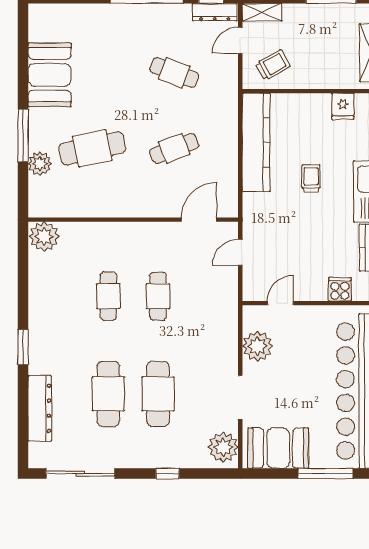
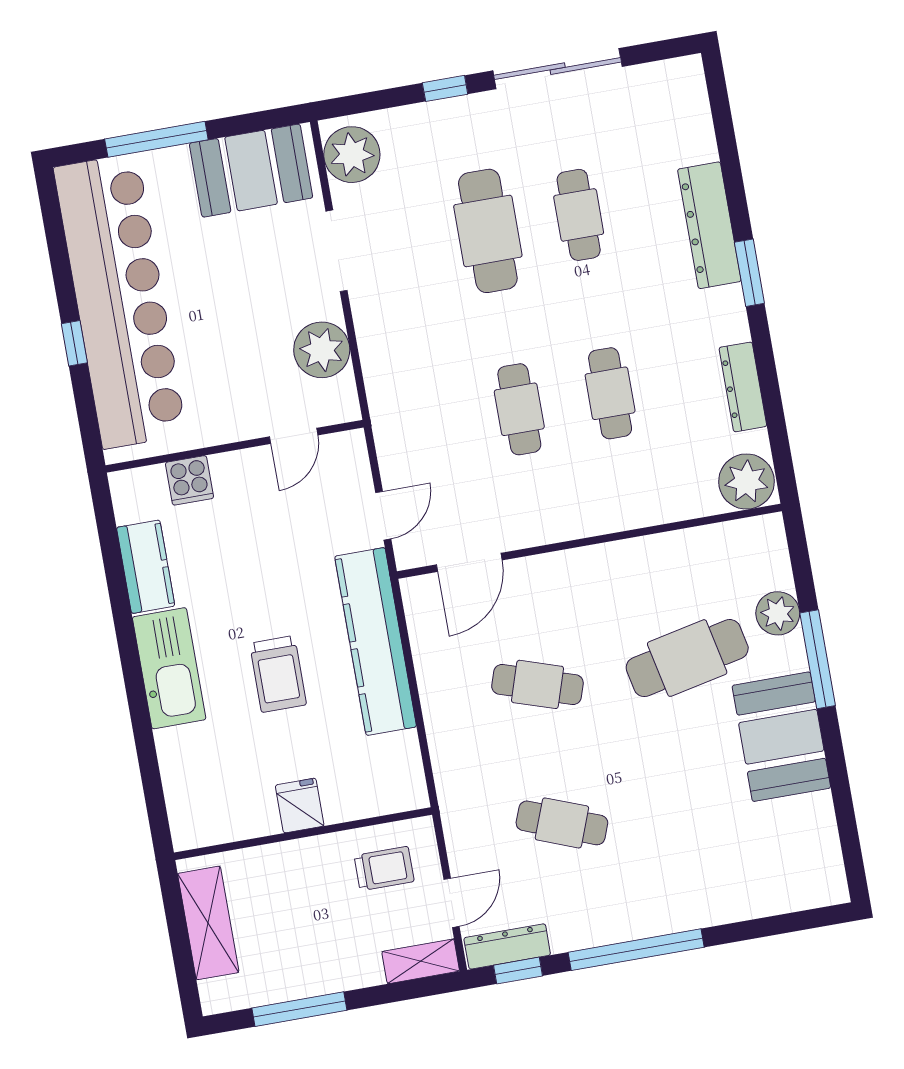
trolley: (273, 65) -> (384, 868), turned -151
booth: (50, 75) -> (781, 737), moved
fridge: (343, 106) -> (300, 806), moved
kitchen counter: (256, 142) -> (376, 641), moved
cafe table: (174, 148) -> (537, 684), turned 39
trolley: (311, 178) -> (278, 674), width x1.36, depth x1.39
dresser: (37, 287) -> (743, 387), added
cafe table: (108, 394) -> (579, 215), width x0.73, depth x0.74
dresser: (40, 408) -> (709, 225), moved
sliding door: (80, 474) -> (558, 69), moved

